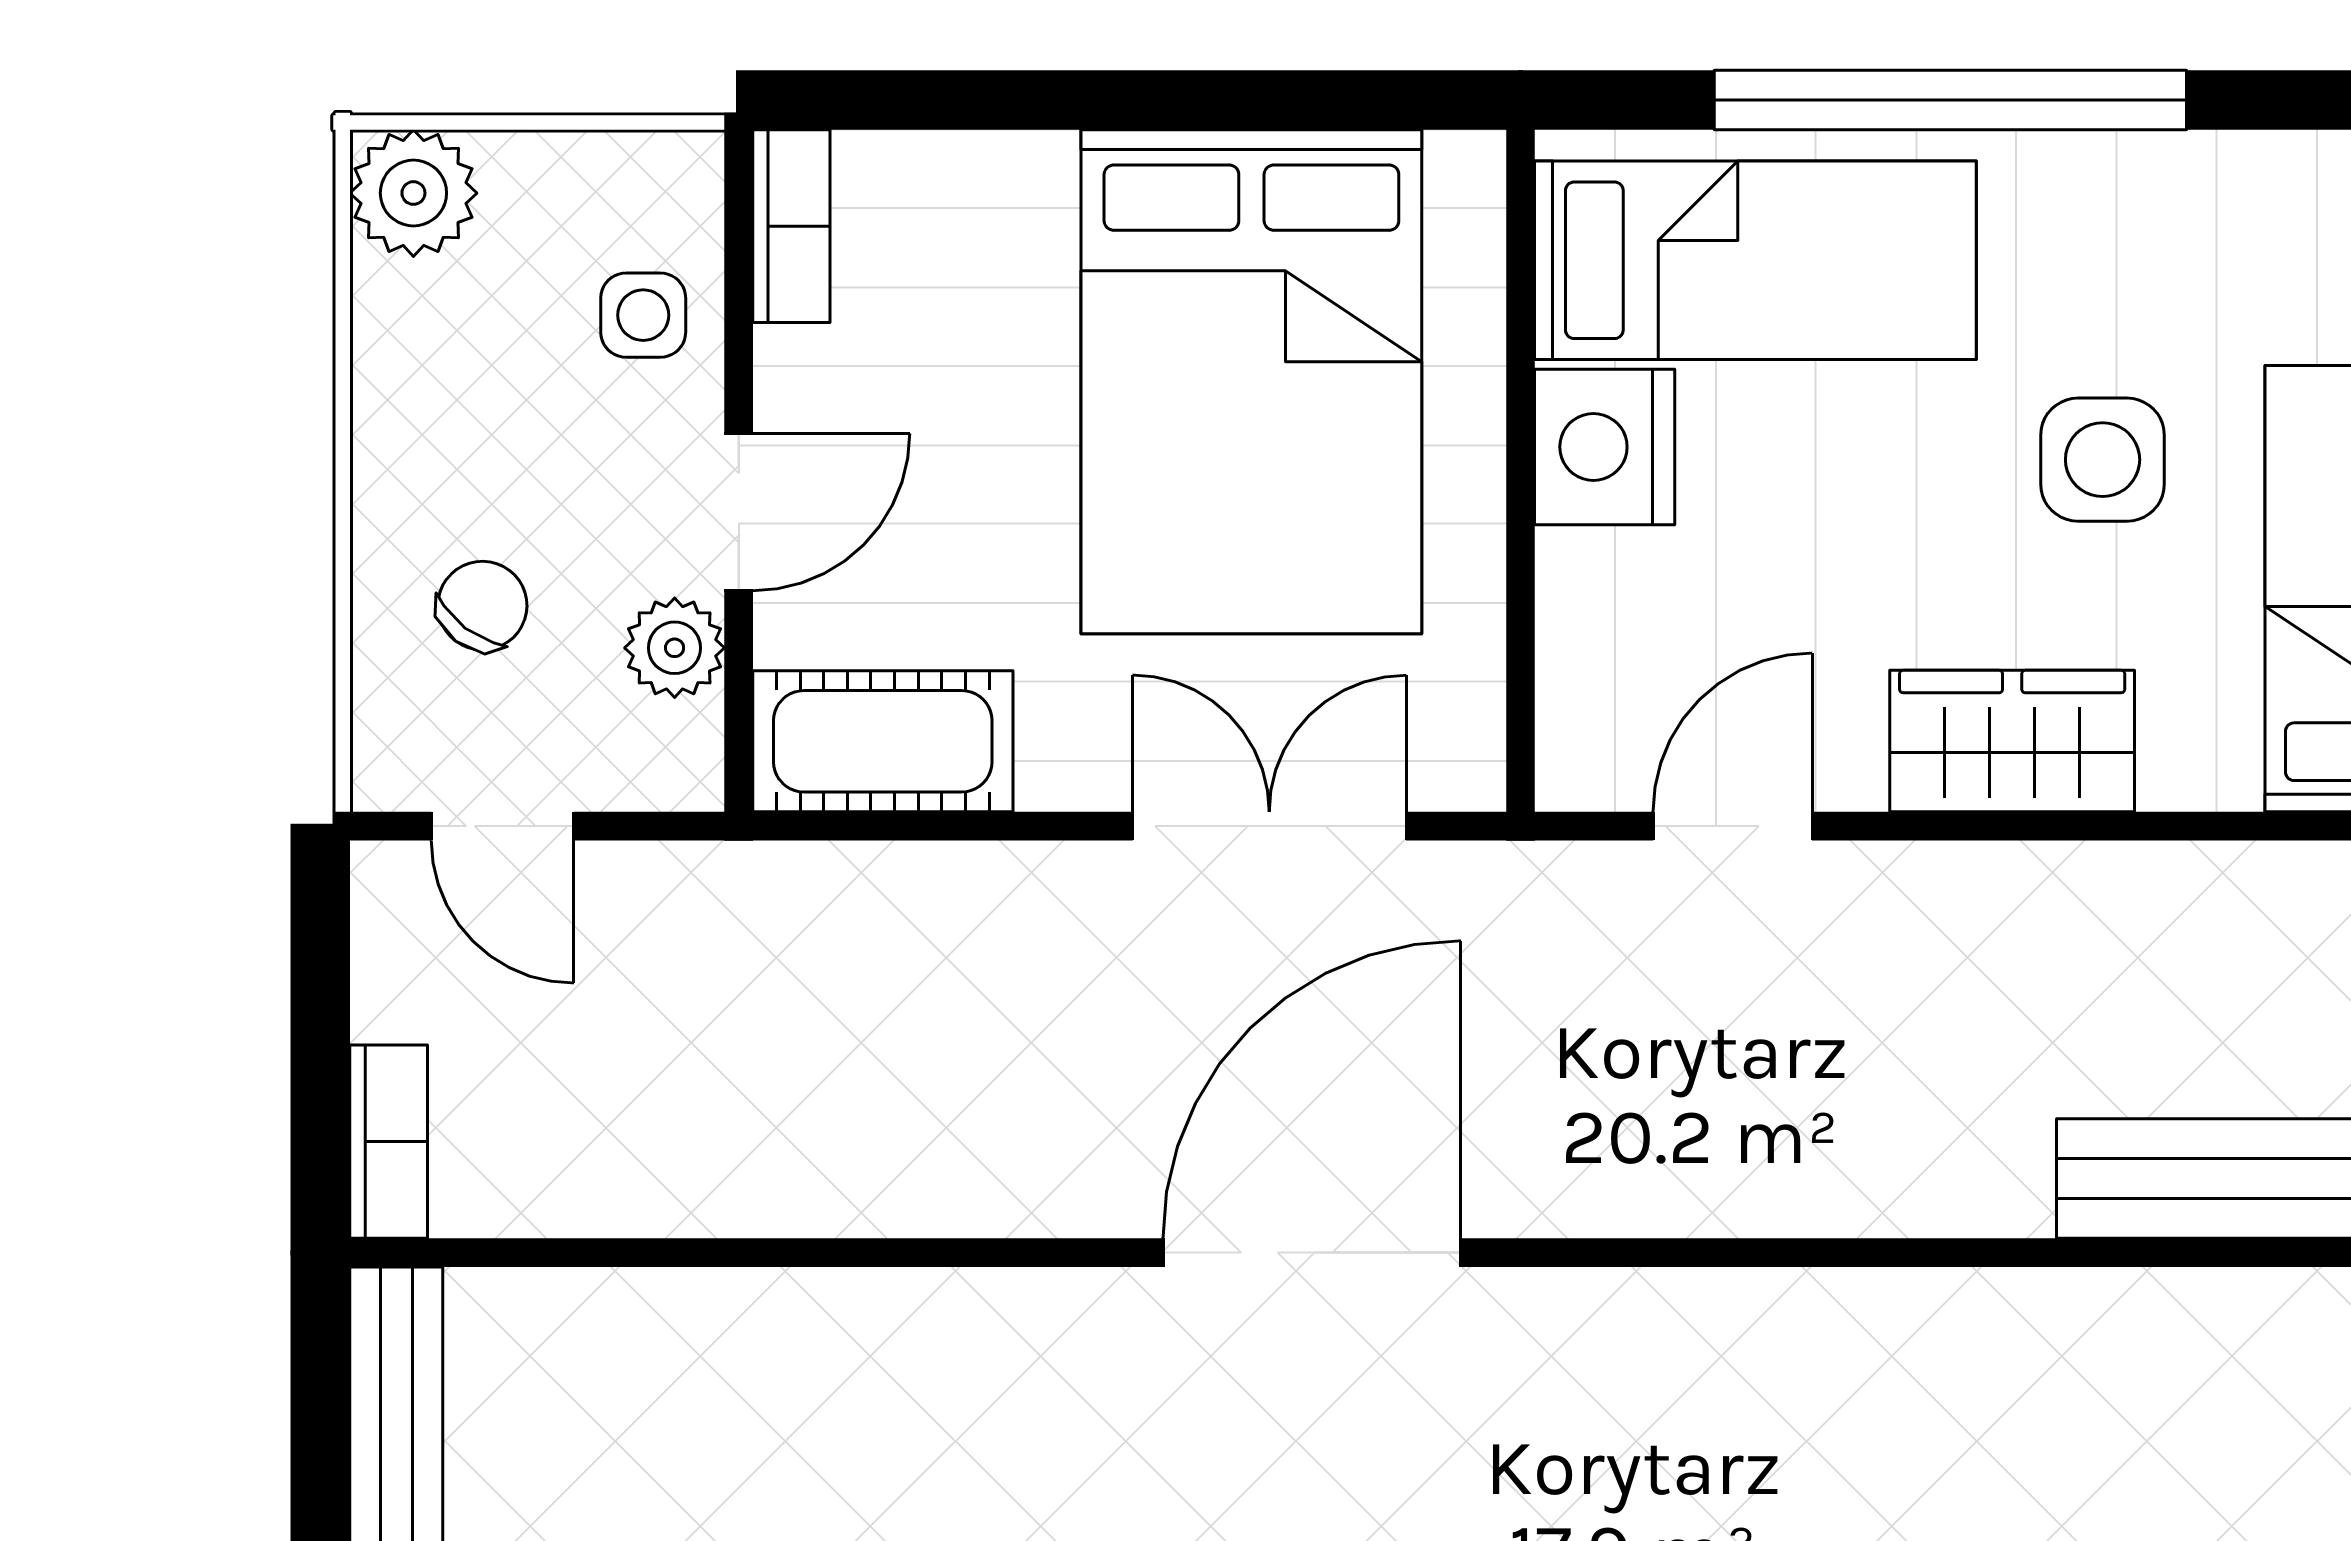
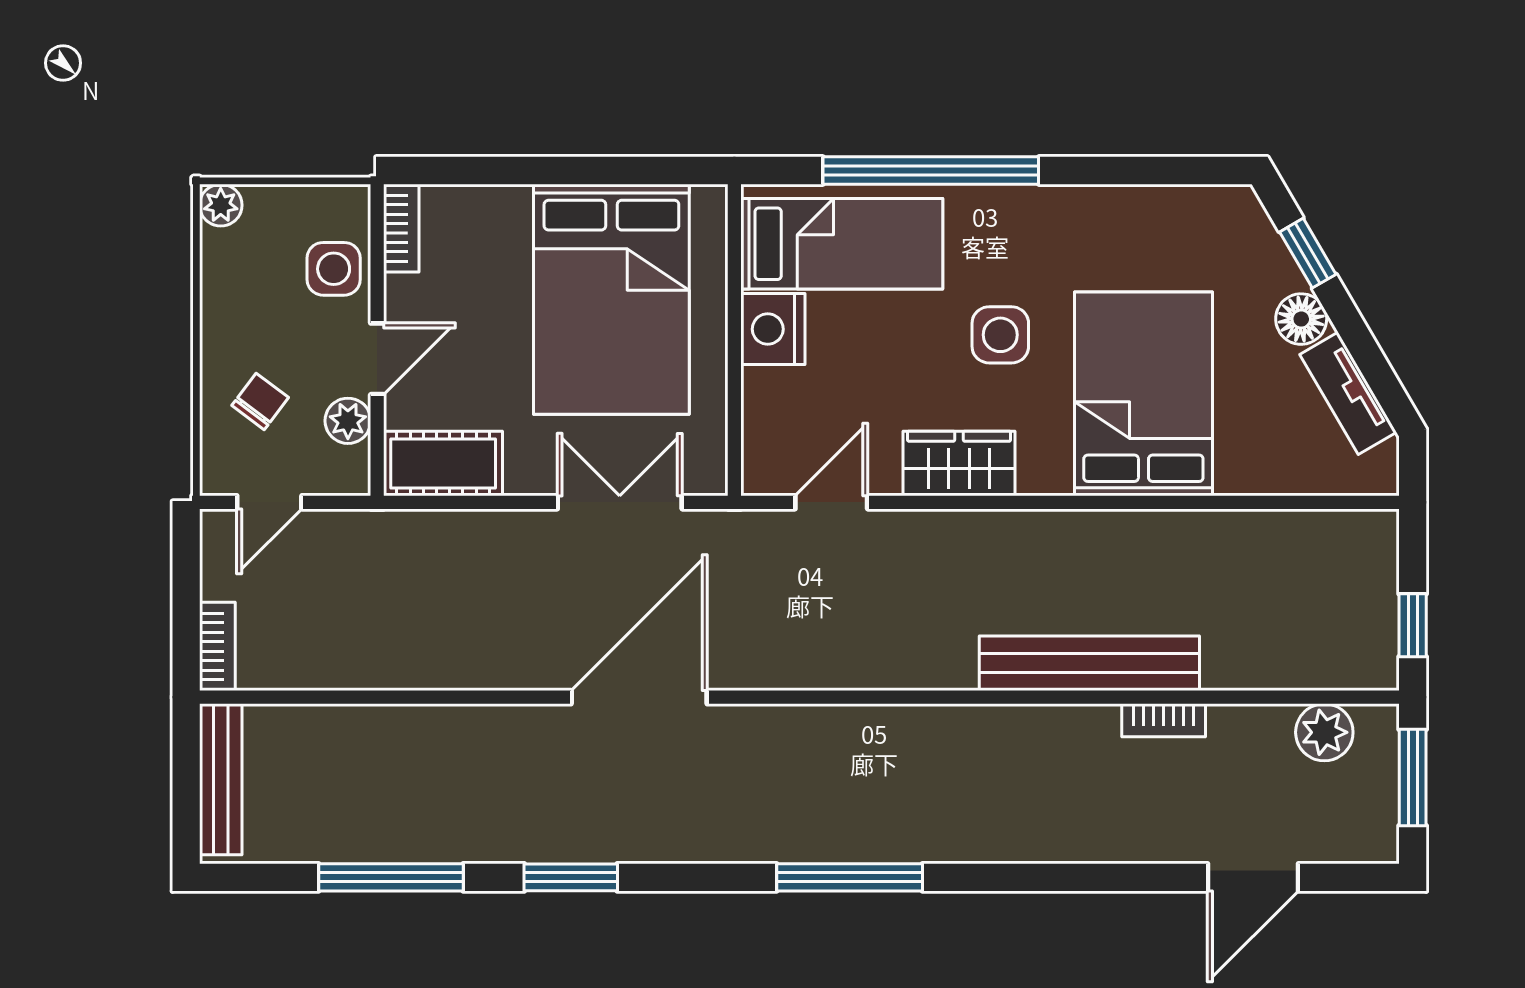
plant: (413, 193) -> (221, 205), width x0.73, depth x0.73
side table: (643, 315) -> (334, 269), width x1.37, depth x1.37
door: (502, 826) -> (269, 502), hinge flipped

